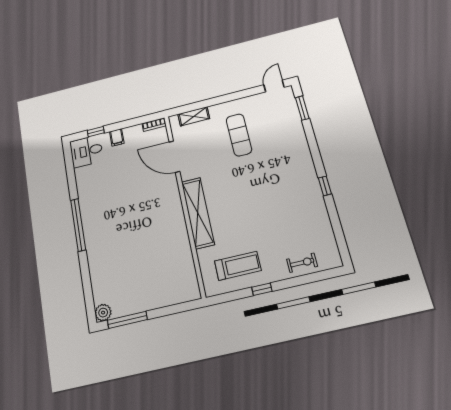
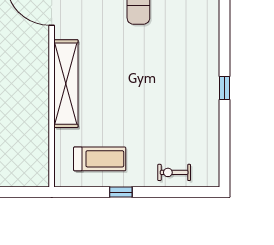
exercise bike: (302, 263) -> (174, 172), turned 180

